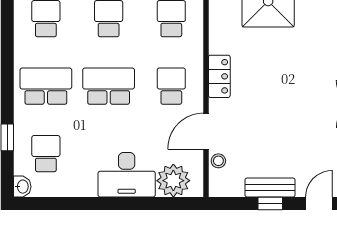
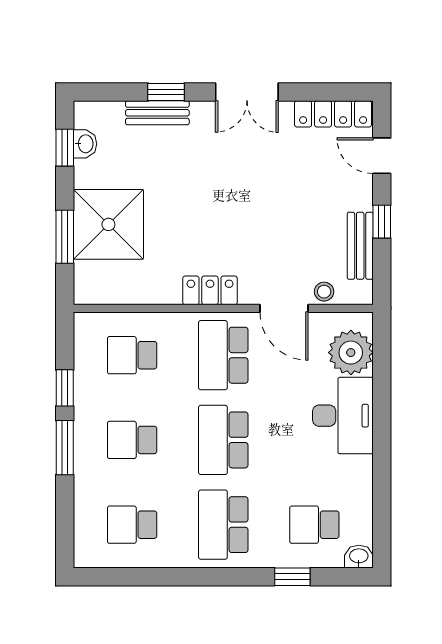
school desk: (171, 86) -> (223, 355), width x1.85
bench: (270, 188) -> (360, 246), moved

